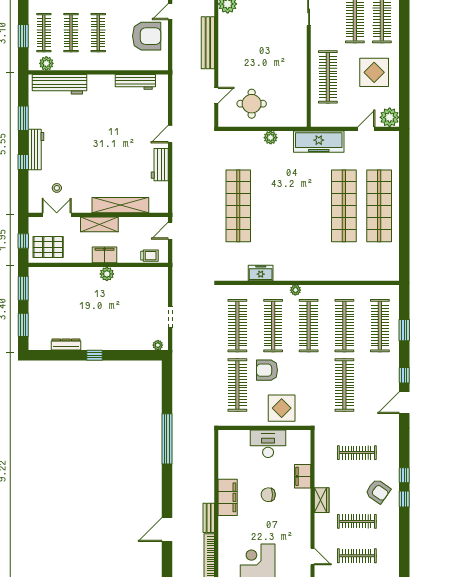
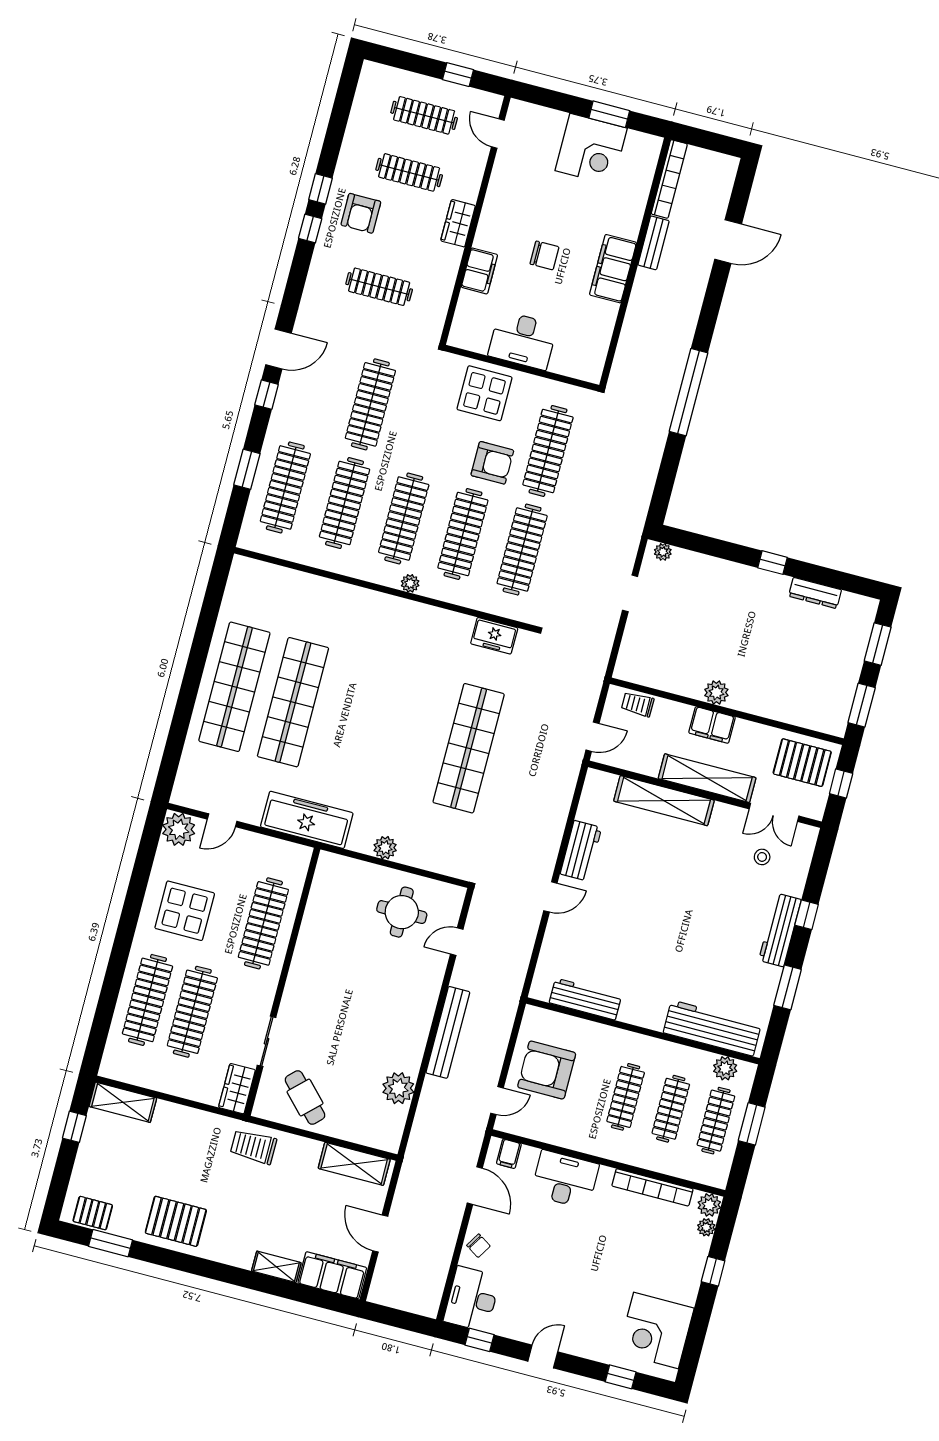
shelving: (99, 224) -> (707, 778), width x1.47
freezer: (261, 273) -> (494, 636), moved
armchair: (378, 491) -> (361, 213), turned -125

